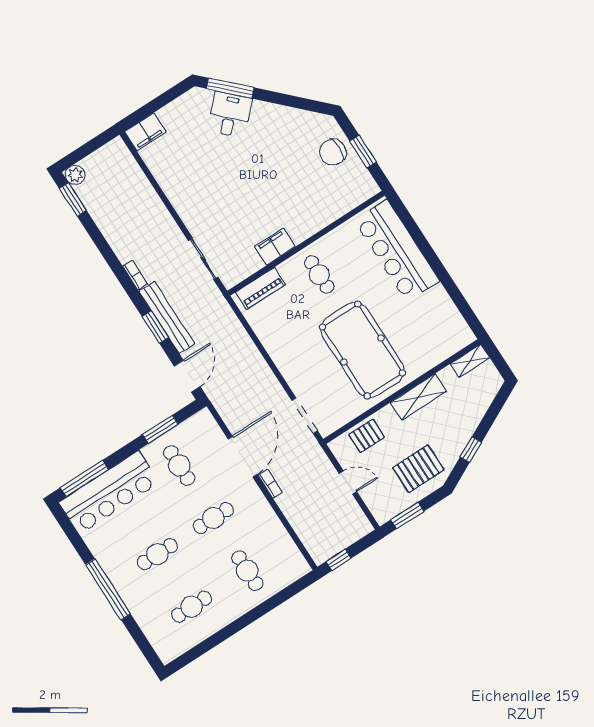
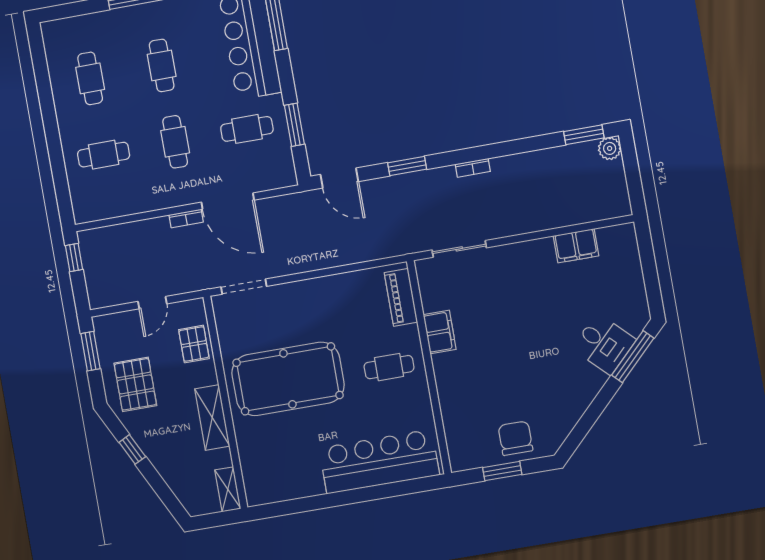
filing cabinet: (145, 132) -> (576, 246), moved, turned -90
bench: (167, 317) -> (412, 183), removed

